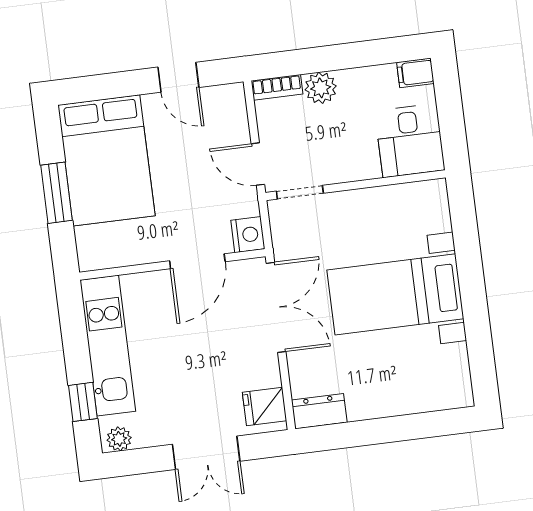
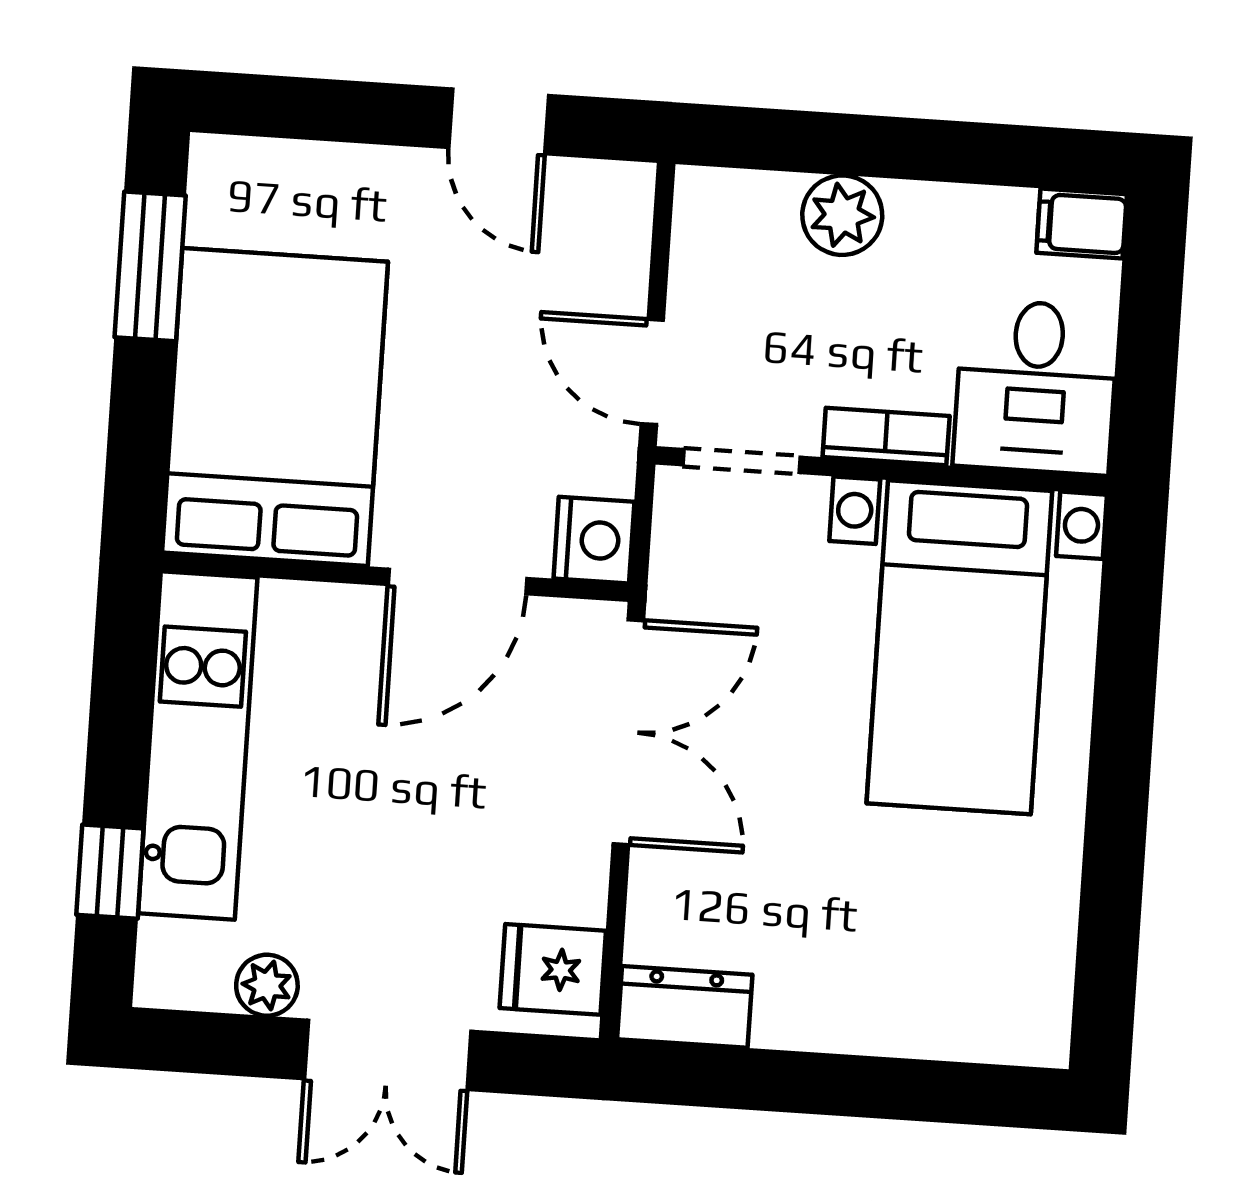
bookcase: (277, 87) -> (886, 437), moved, turned 180
bed: (106, 160) -> (275, 407), moved, turned 180
window: (56, 193) -> (150, 266), moved
bed with nightstands: (395, 294) -> (959, 647), moved, turned -90
plant: (119, 439) -> (267, 985), moved

